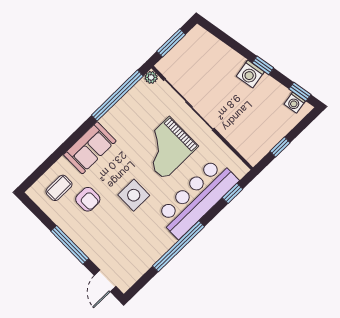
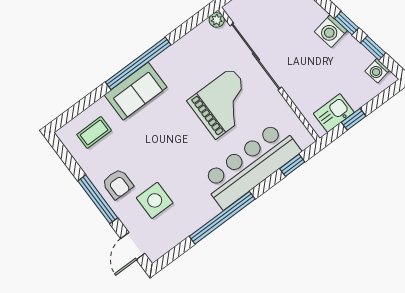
window: (300, 92) -> (373, 48), moved
window: (117, 96) -> (138, 63), moved
kitchen sink: (262, 144) -> (334, 113), added
grand piano: (167, 148) -> (224, 103), turned 180
side table: (134, 195) -> (155, 200), moved
armchair: (88, 199) -> (118, 184), moved

